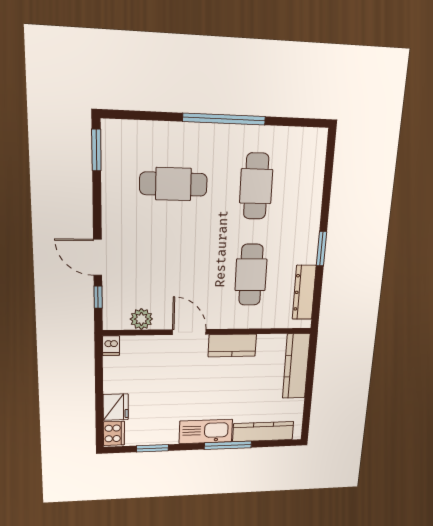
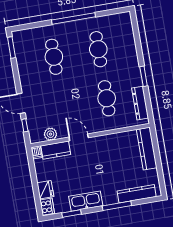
cafe table: (173, 184) -> (54, 57), turned 90
kitchen counter: (232, 345) -> (56, 150), moved
kitchen sink: (206, 432) -> (86, 201), moved

